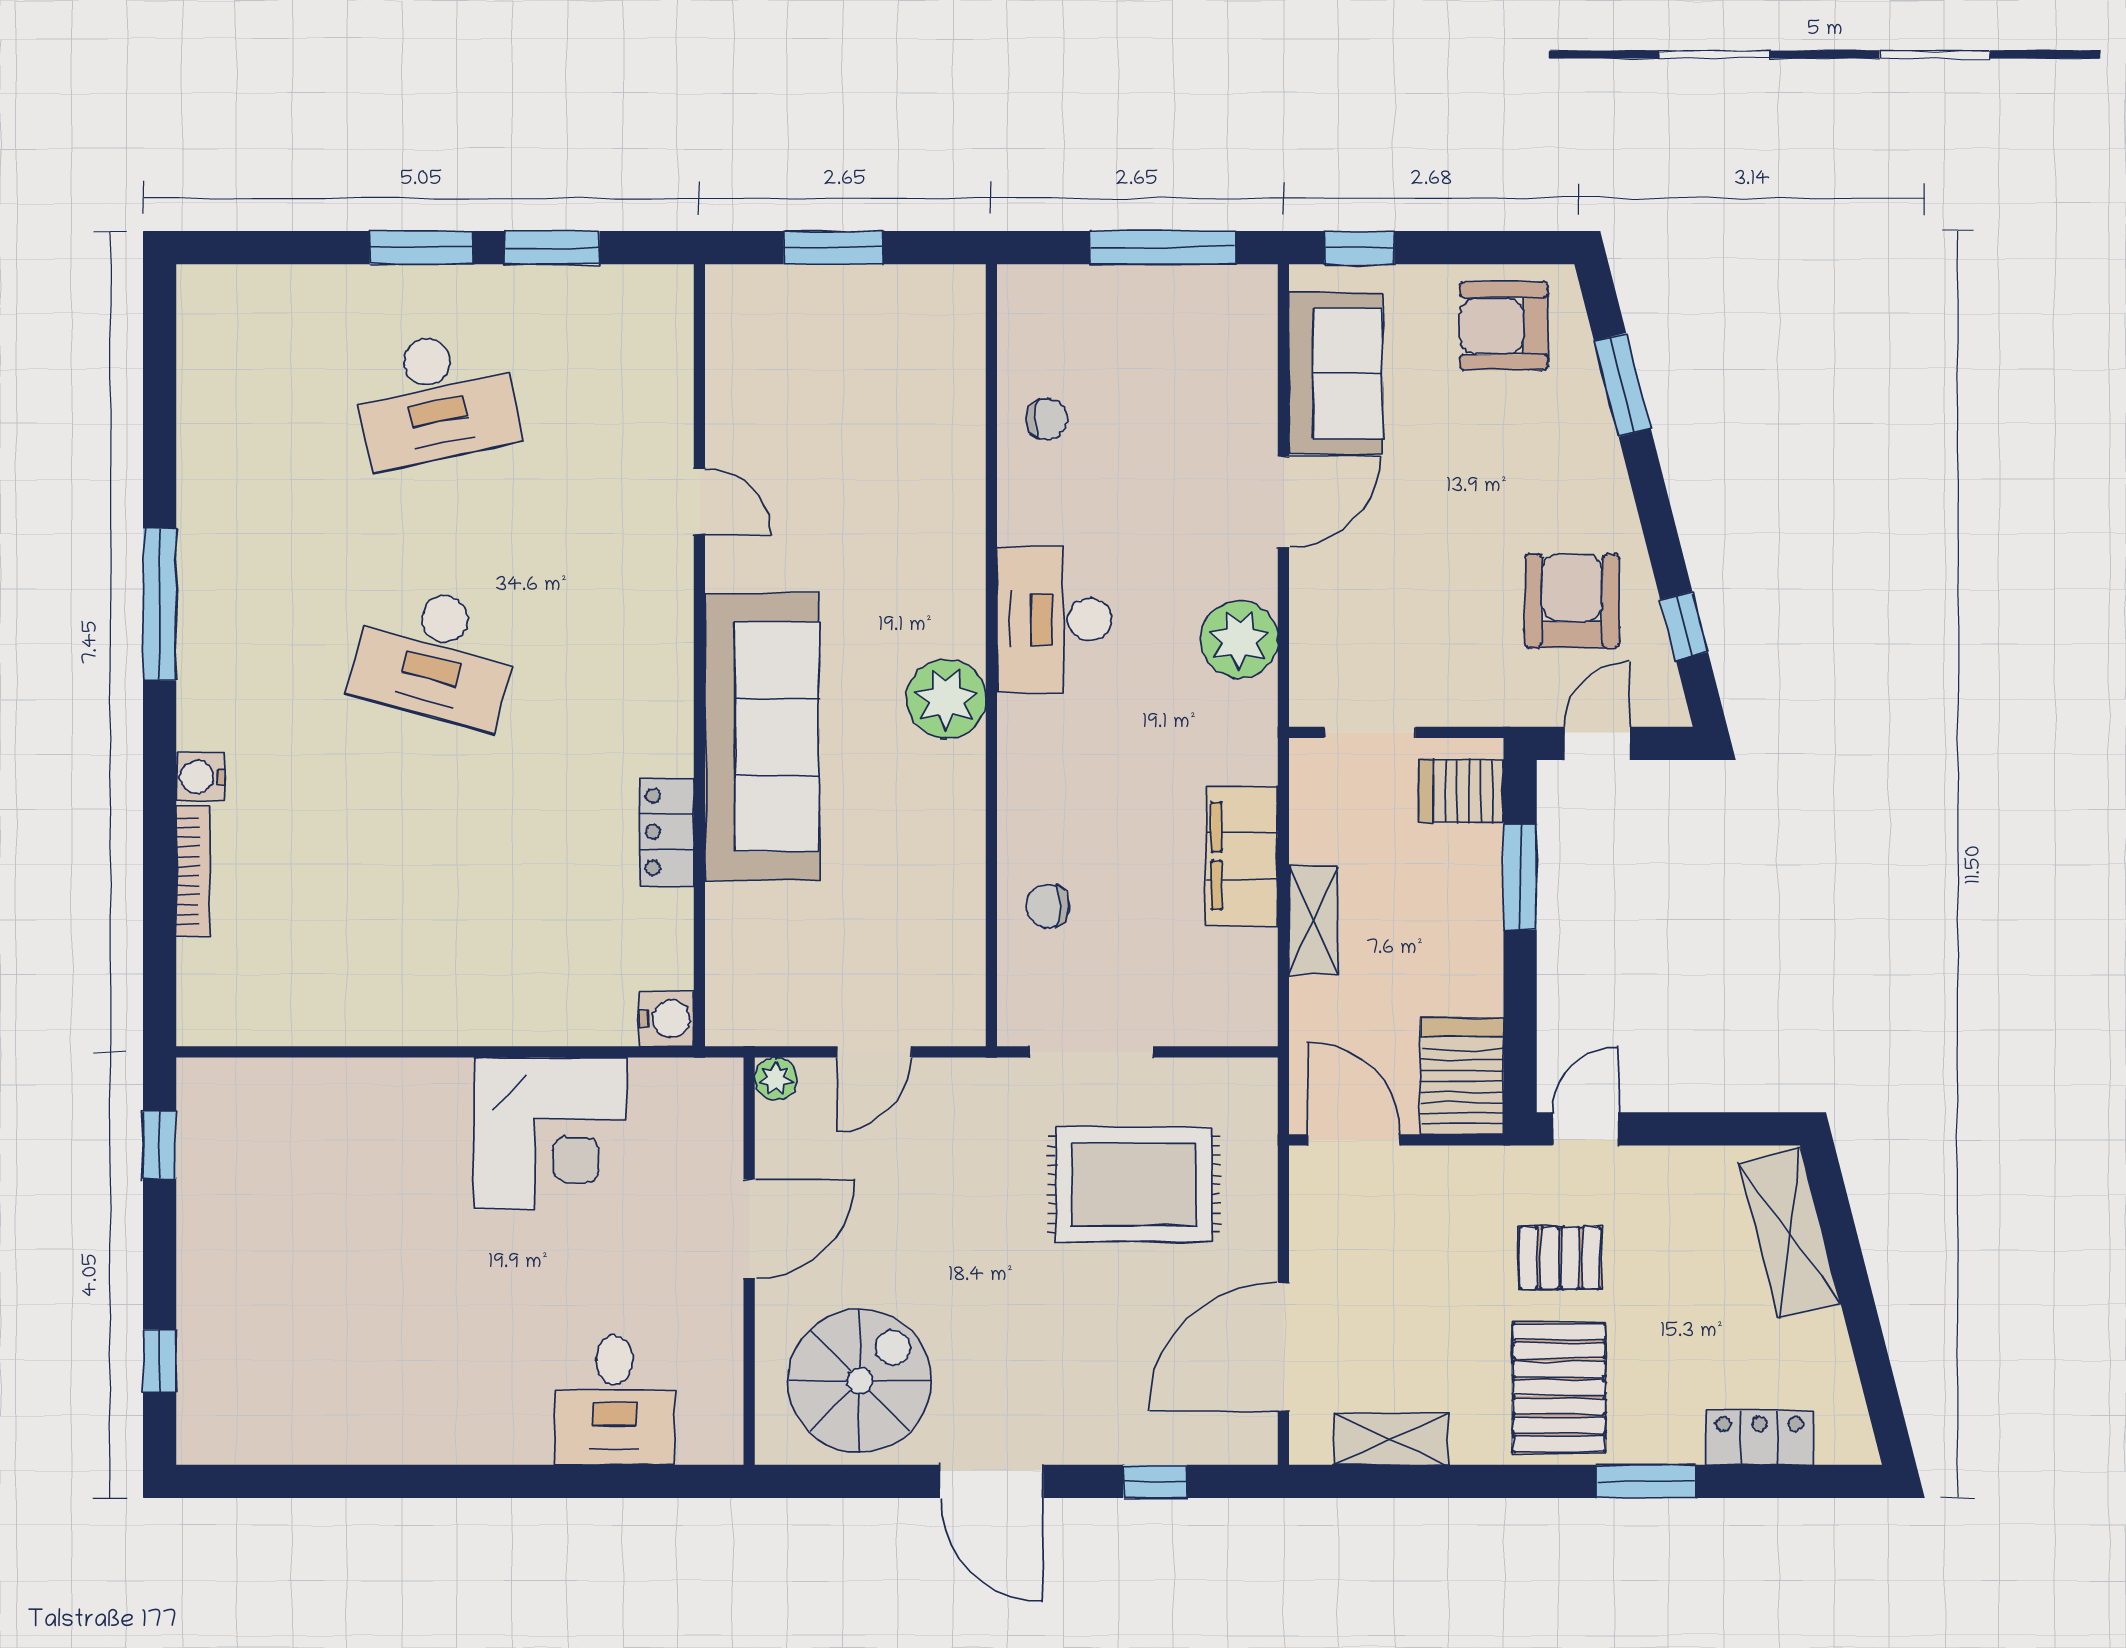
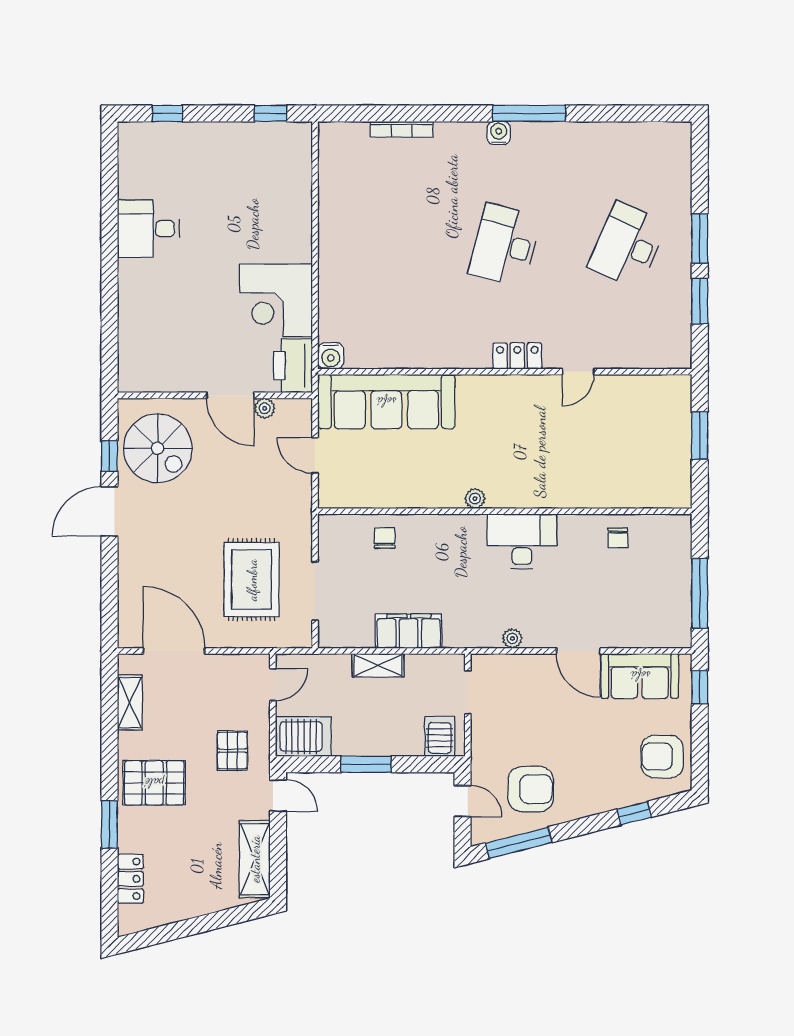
armchair: (1504, 326) -> (662, 757), turned -90
window: (1622, 385) -> (634, 813), width x0.67
desk: (435, 398) -> (628, 245), turned 36
window: (1684, 626) -> (519, 843), width x2.17
plant: (1239, 639) -> (512, 638), width x0.53, depth x0.53
plant: (946, 699) -> (475, 499), width x0.53, depth x0.53
sofa: (762, 737) -> (386, 402), moved
water cooler: (201, 777) -> (499, 133), moved
locker: (667, 832) -> (517, 356), moved
window: (1520, 877) -> (366, 764), moved
doorway: (1091, 1052) -> (315, 591), moved
plant: (776, 1079) -> (265, 408), moved
printer: (687, 1098) -> (293, 366), added
door: (1354, 1140) -> (273, 685), width x0.73
shelving: (1789, 1233) -> (255, 859), moved, turned -76
pallet: (1560, 1258) -> (232, 751), moved
desk: (614, 1400) -> (148, 229), moved
window: (1155, 1481) -> (109, 456), moved

